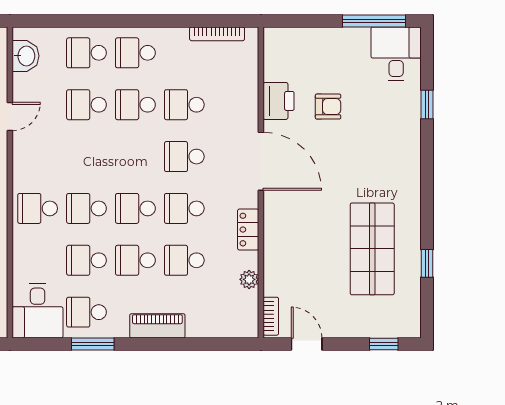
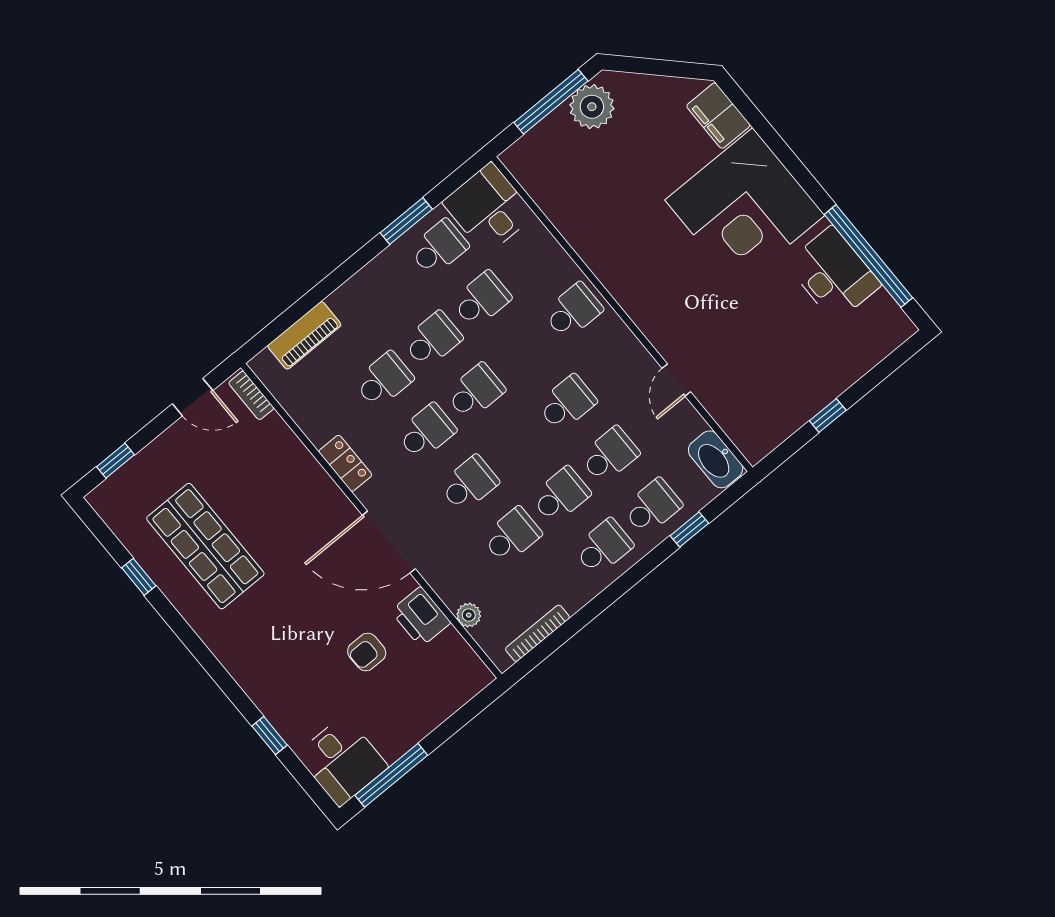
window: (76, 21) -> (689, 530), added
washbasin: (26, 56) -> (716, 459), width x1.38
school desk: (86, 208) -> (567, 403), moved
plant: (249, 279) -> (469, 615), moved
piano: (157, 326) -> (304, 335), moved

